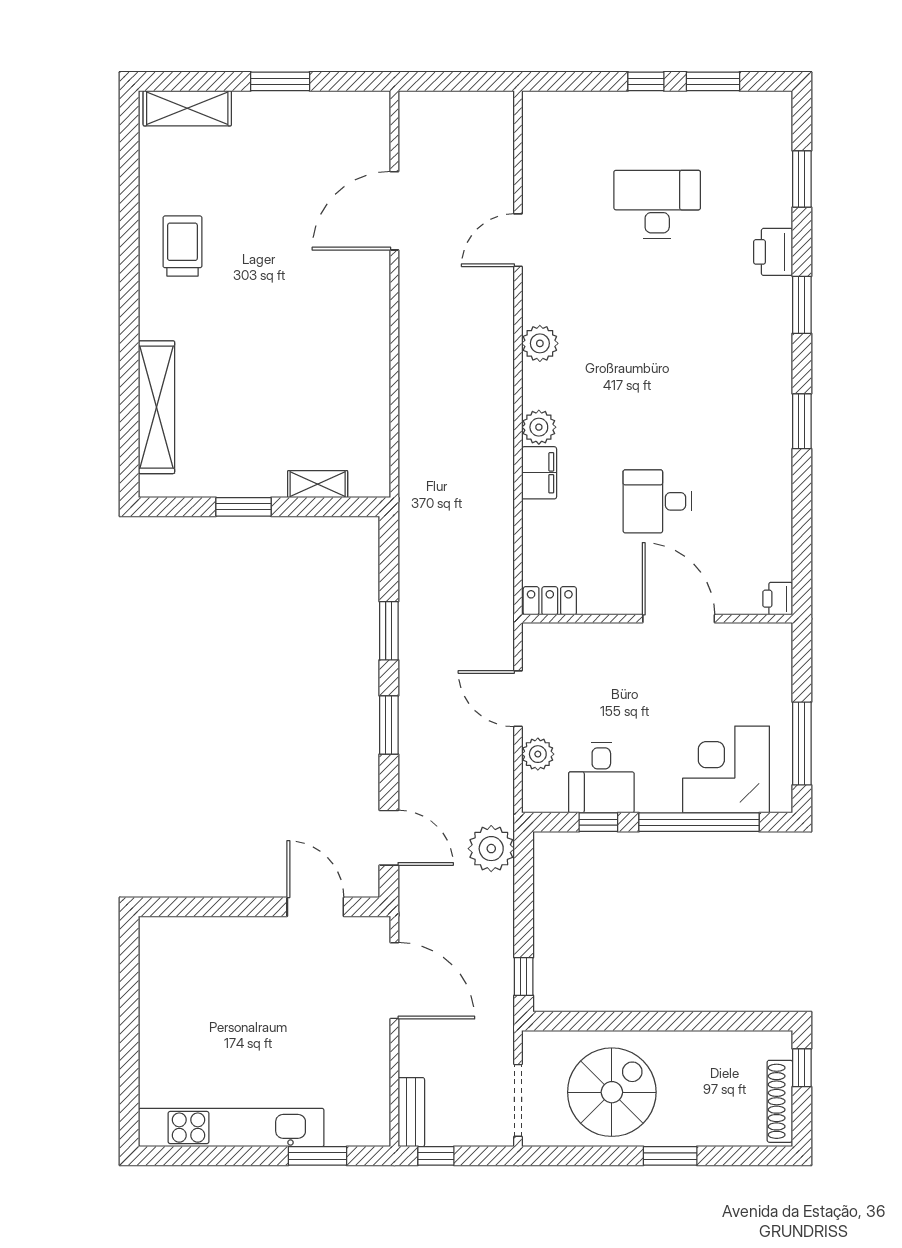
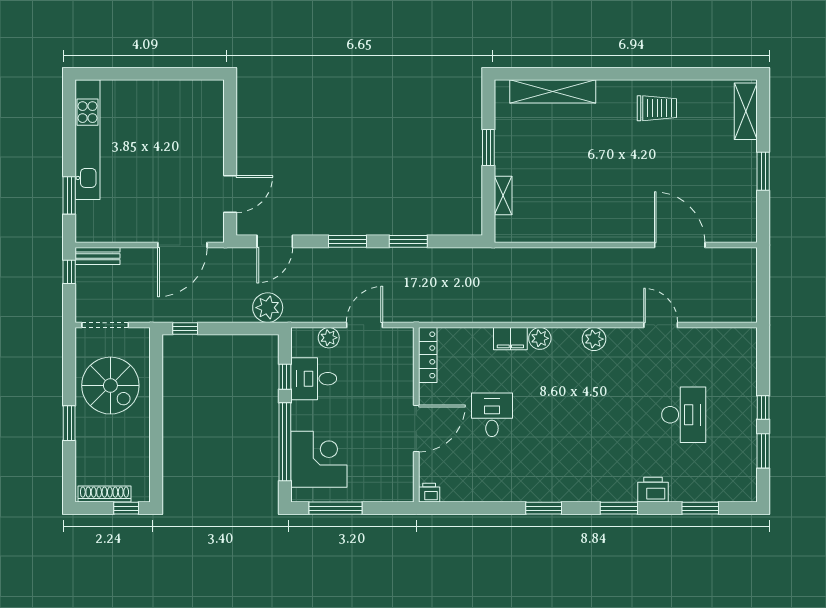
locker: (550, 601) -> (428, 355), width x1.53

